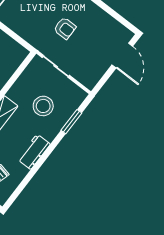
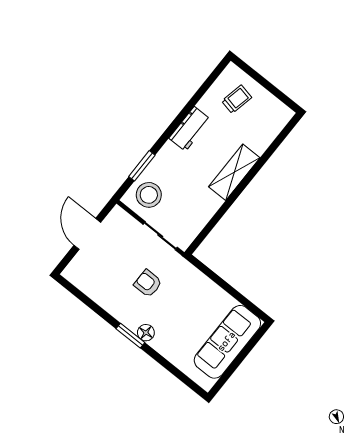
door: (122, 56) -> (87, 234), moved
stool: (43, 106) -> (149, 195), moved

